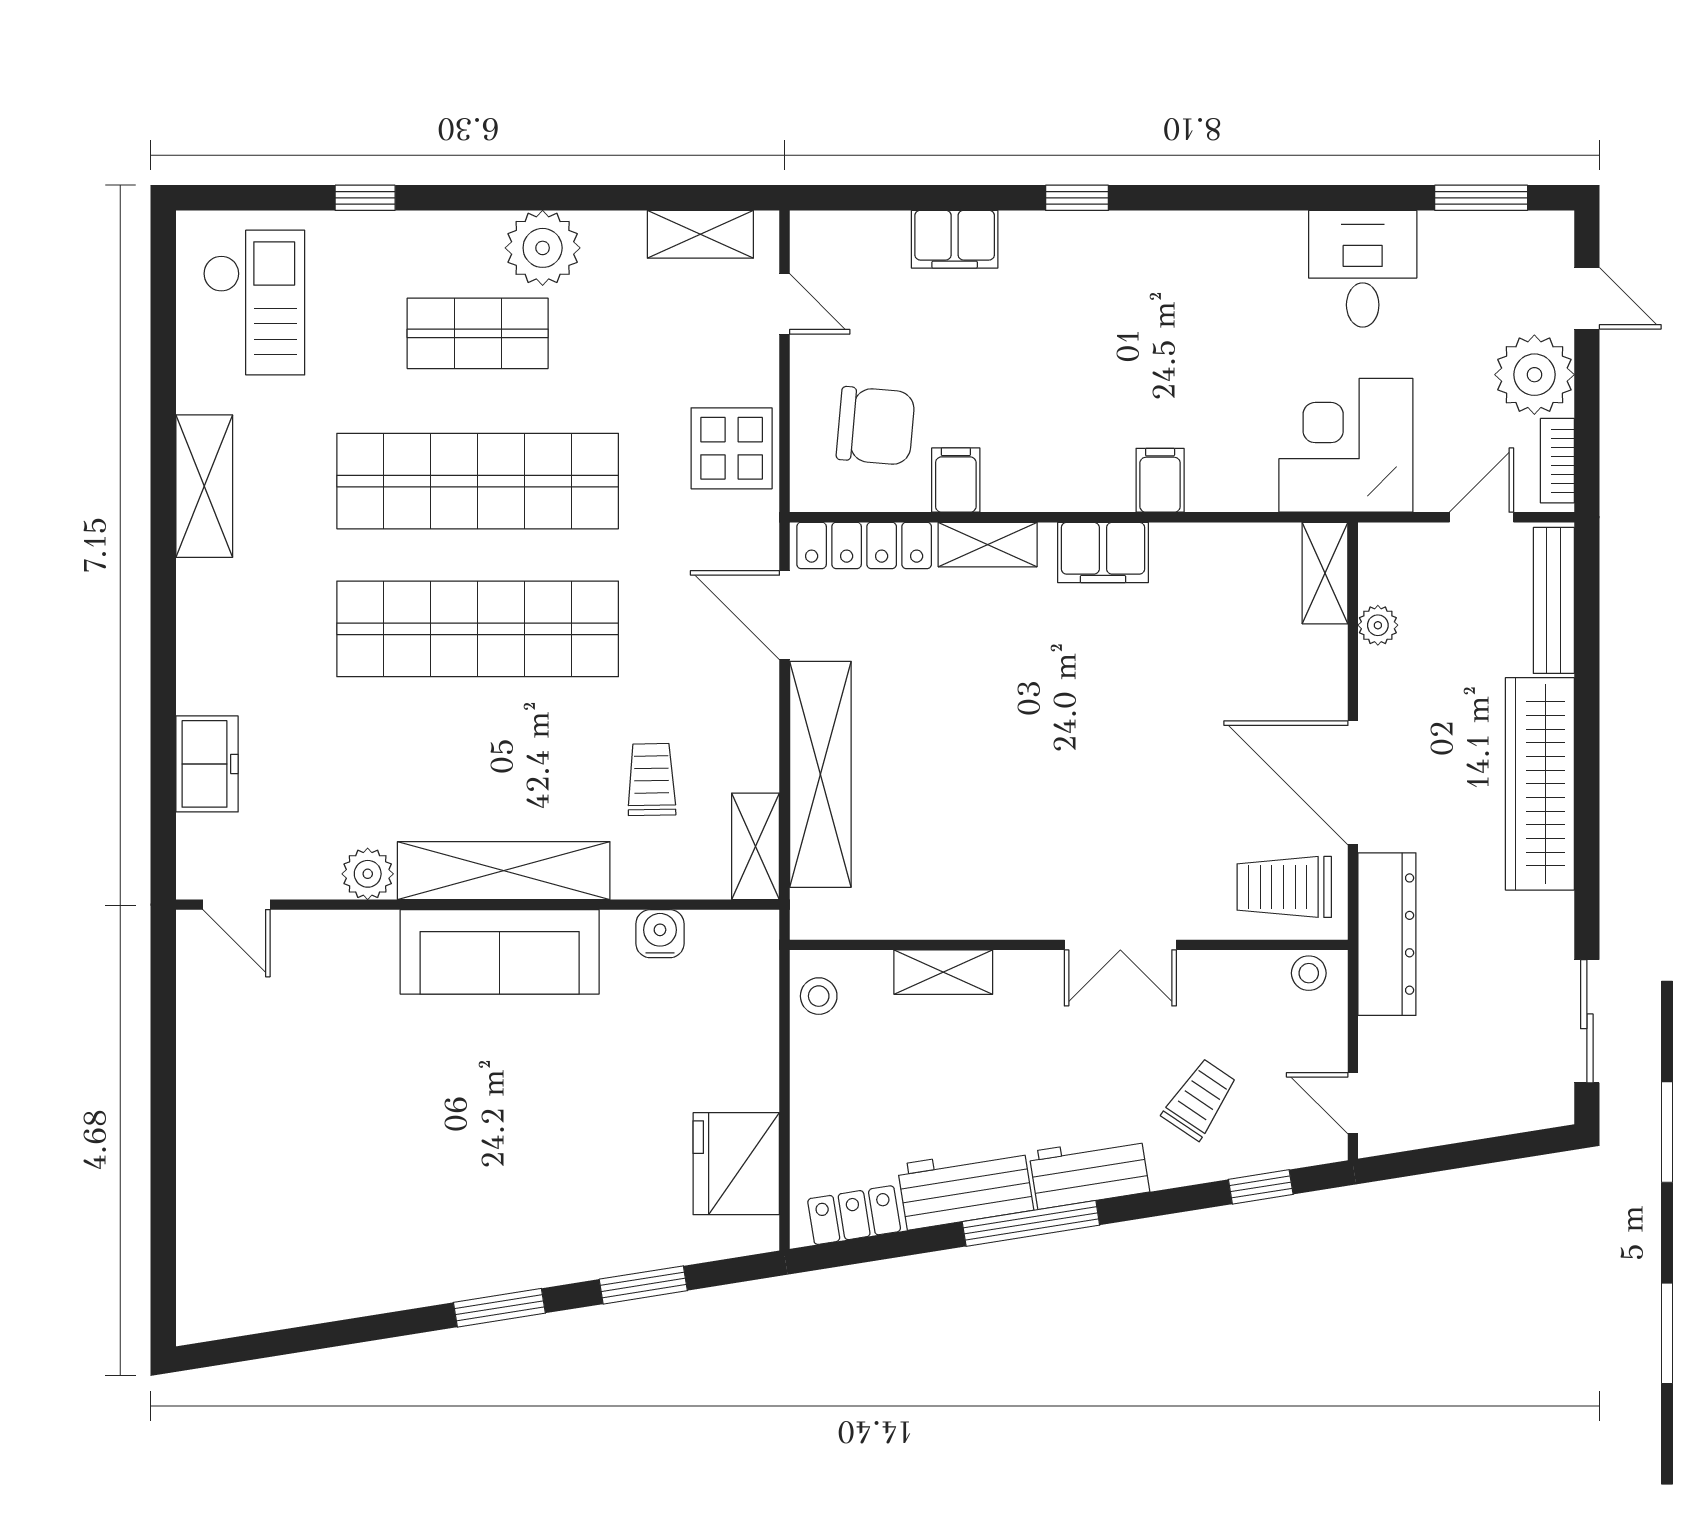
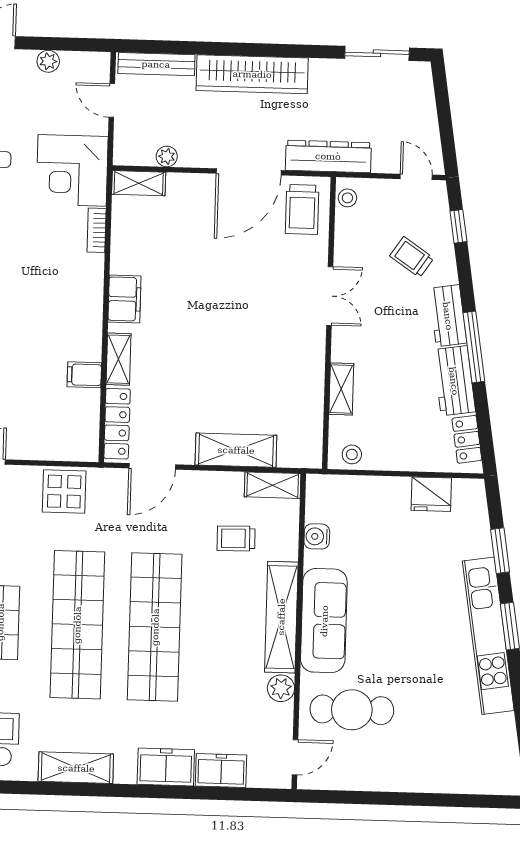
plant: (1534, 375) -> (48, 61), width x0.53, depth x0.53
chair: (876, 426) -> (55, 416), removed
bookcase: (1557, 461) -> (97, 230), moved, turned 90
filing cabinet: (1160, 480) -> (88, 268), removed
freezer: (211, 658) -> (166, 767), added
shelving: (820, 774) -> (236, 450), width x0.68
cafe table: (331, 1011) -> (352, 710), added
door: (1353, 1103) -> (416, 177), swing flipped
fridge: (736, 1164) -> (431, 494), width x0.73, depth x0.75
kitchen unit: (480, 1267) -> (488, 636), added

